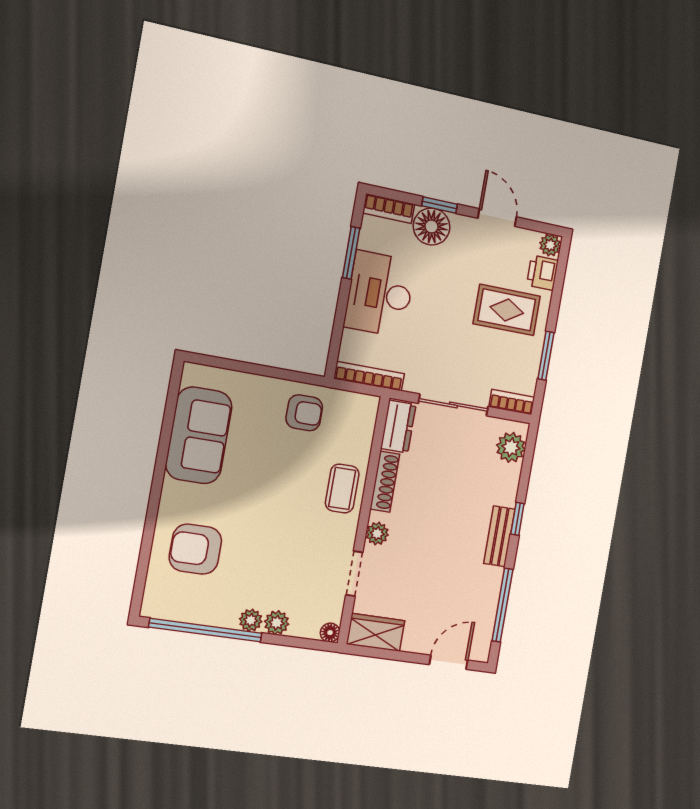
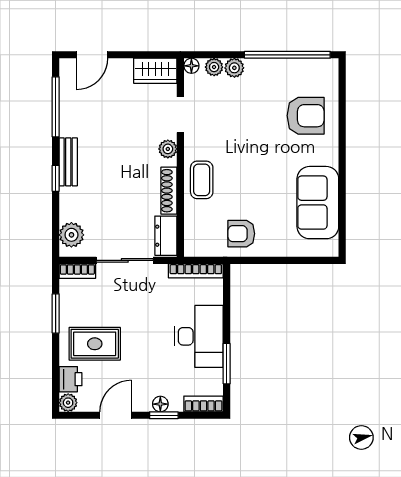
door: (497, 218) -> (116, 415), swing flipped
floor lamp: (431, 227) -> (160, 404), width x0.53, depth x0.53
plant: (251, 620) -> (214, 67), moved

